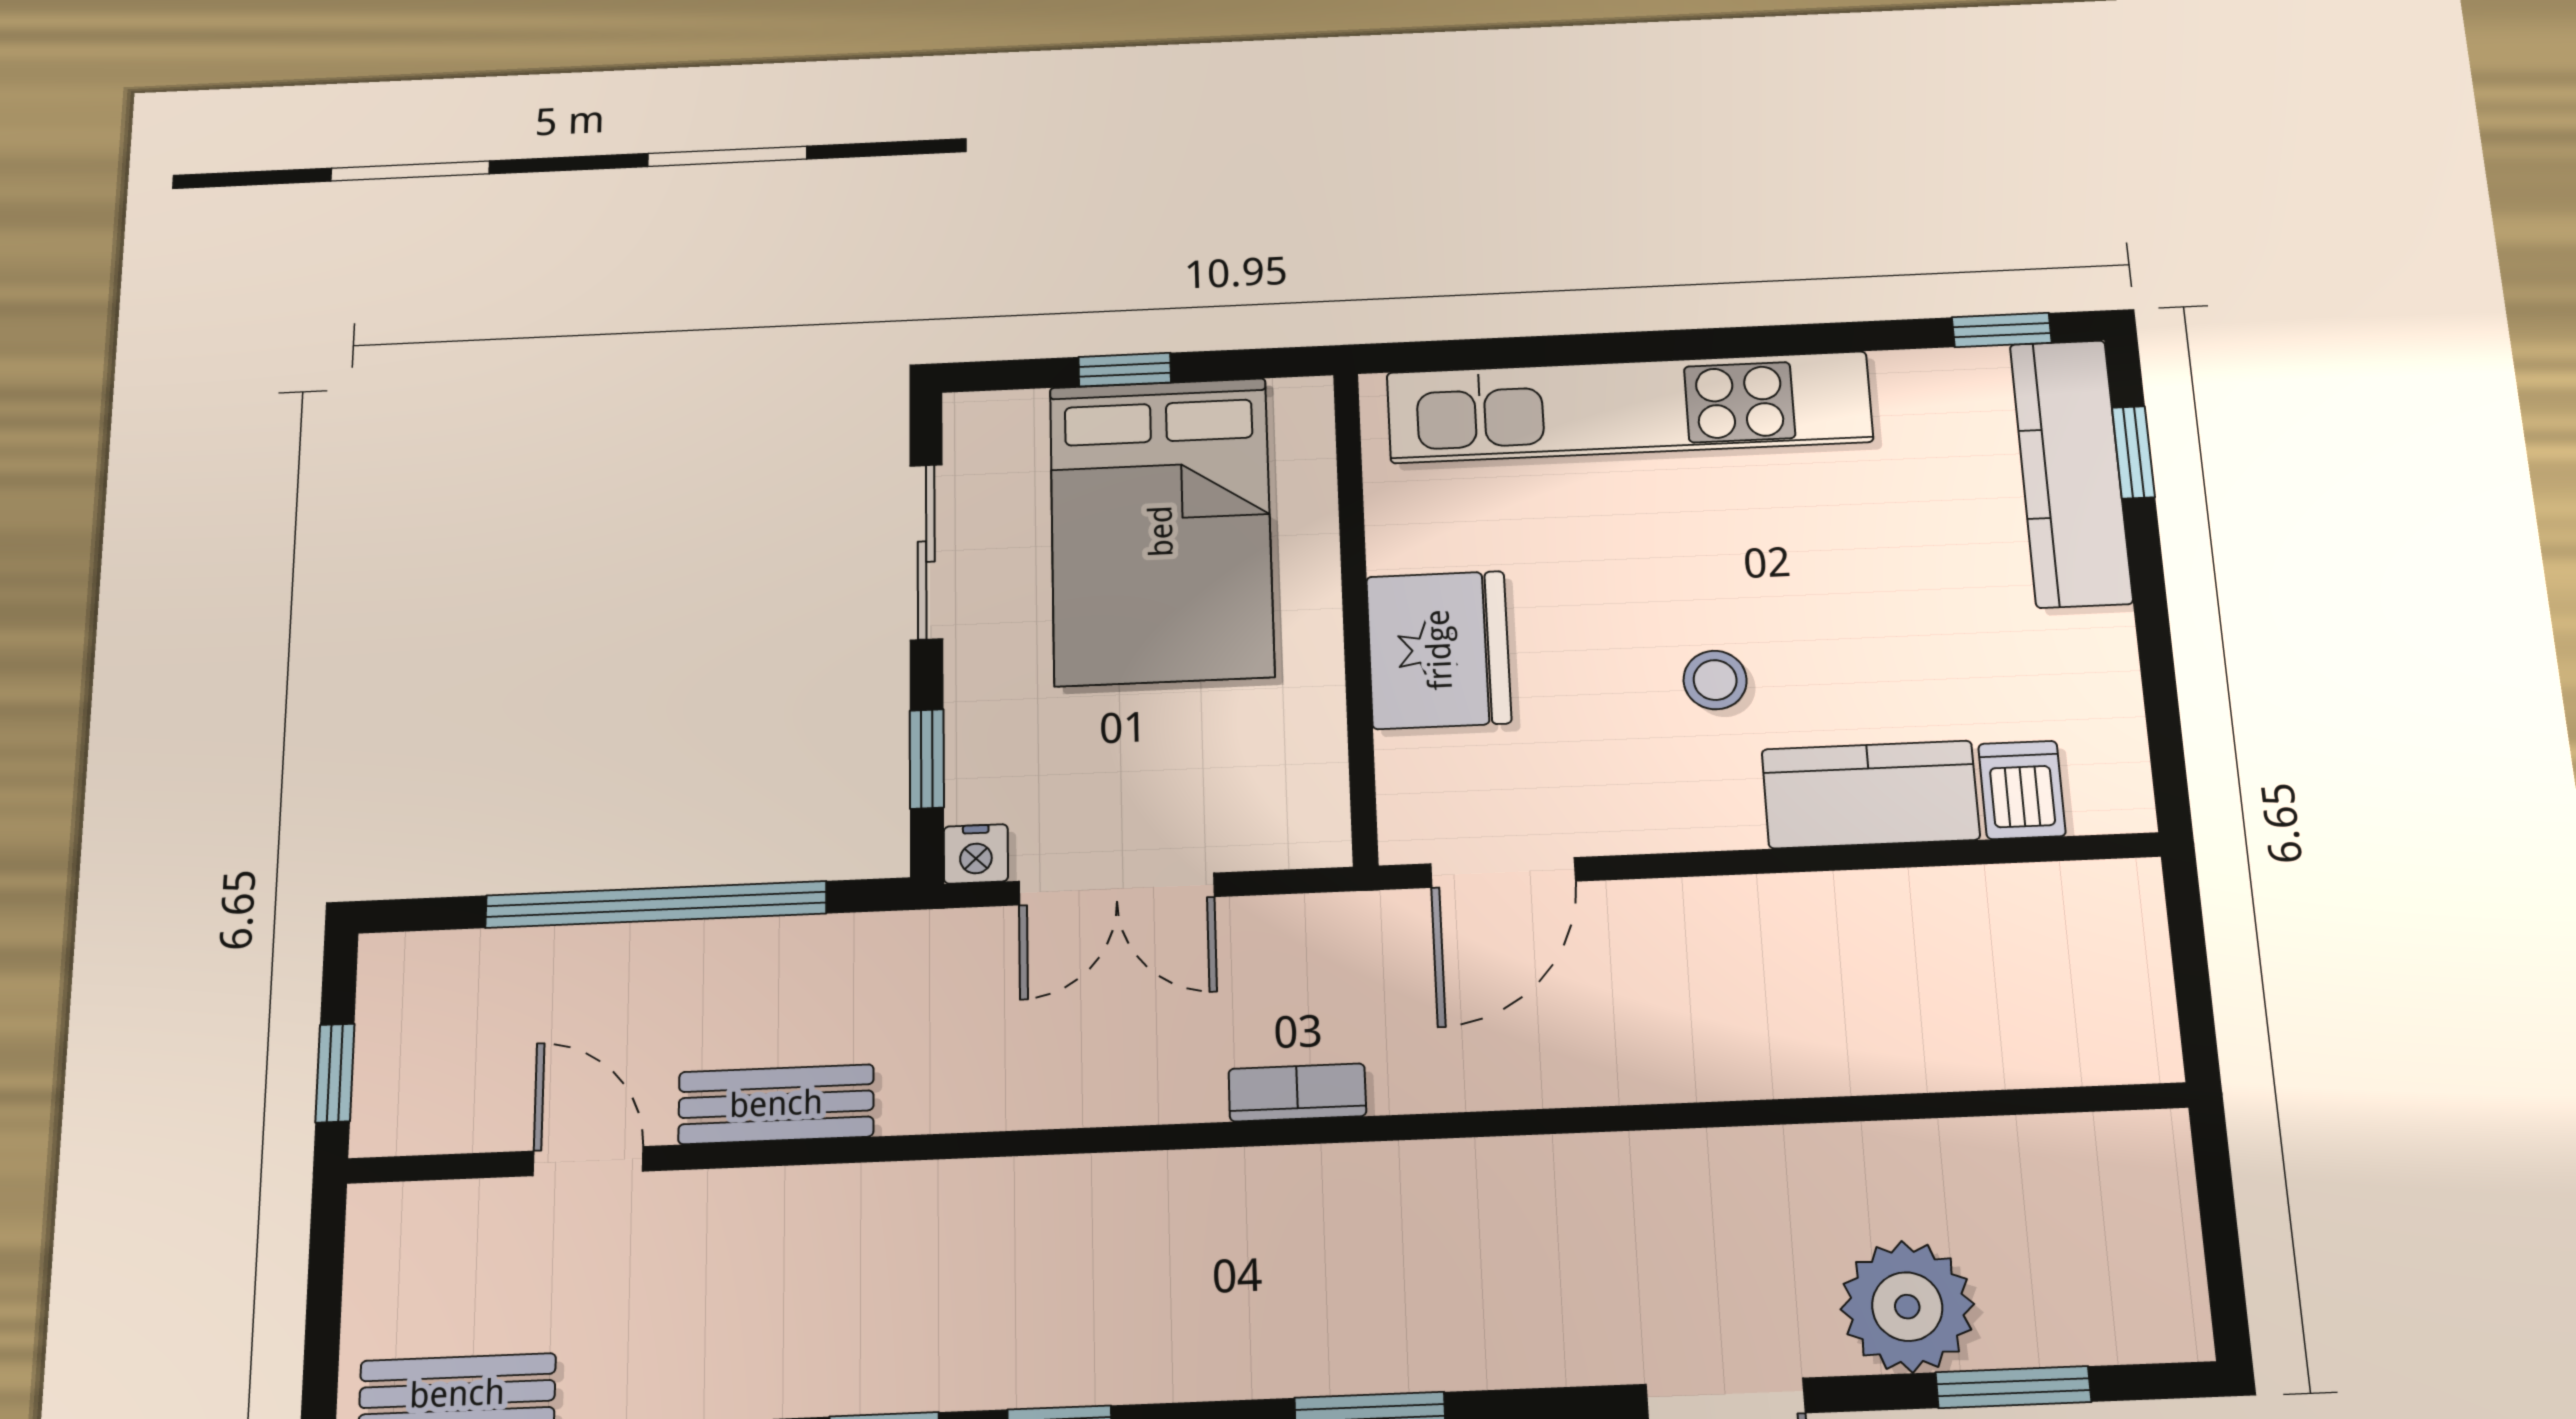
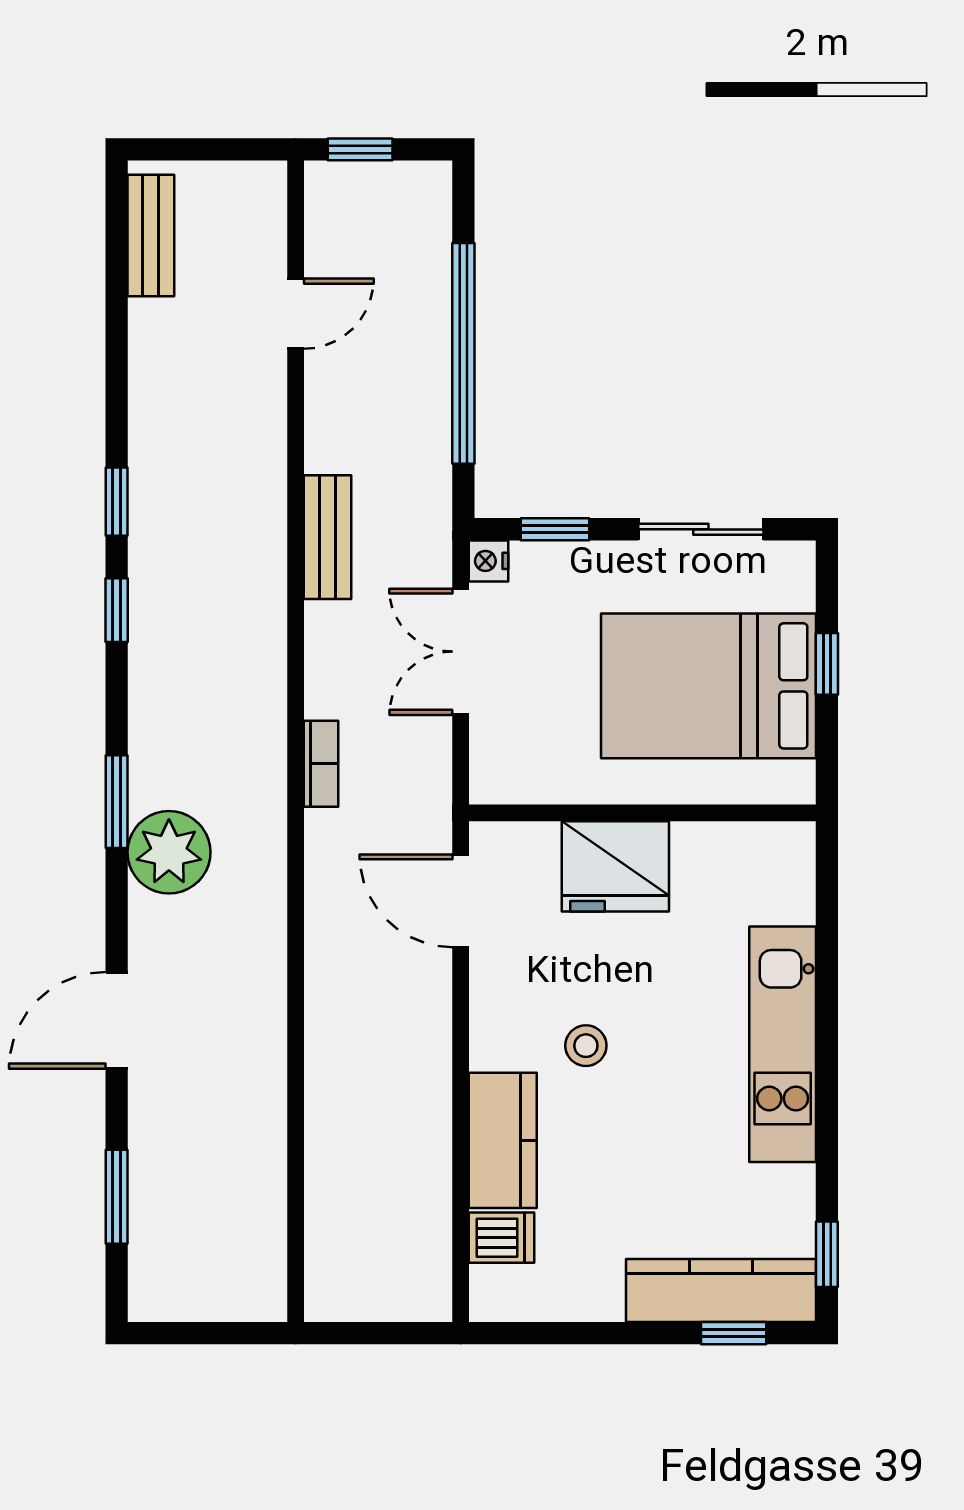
kitchen unit: (1629, 407) -> (783, 1044), width x0.73
bench: (776, 1104) -> (327, 537), moved
plant: (1907, 1307) -> (169, 852), moved

